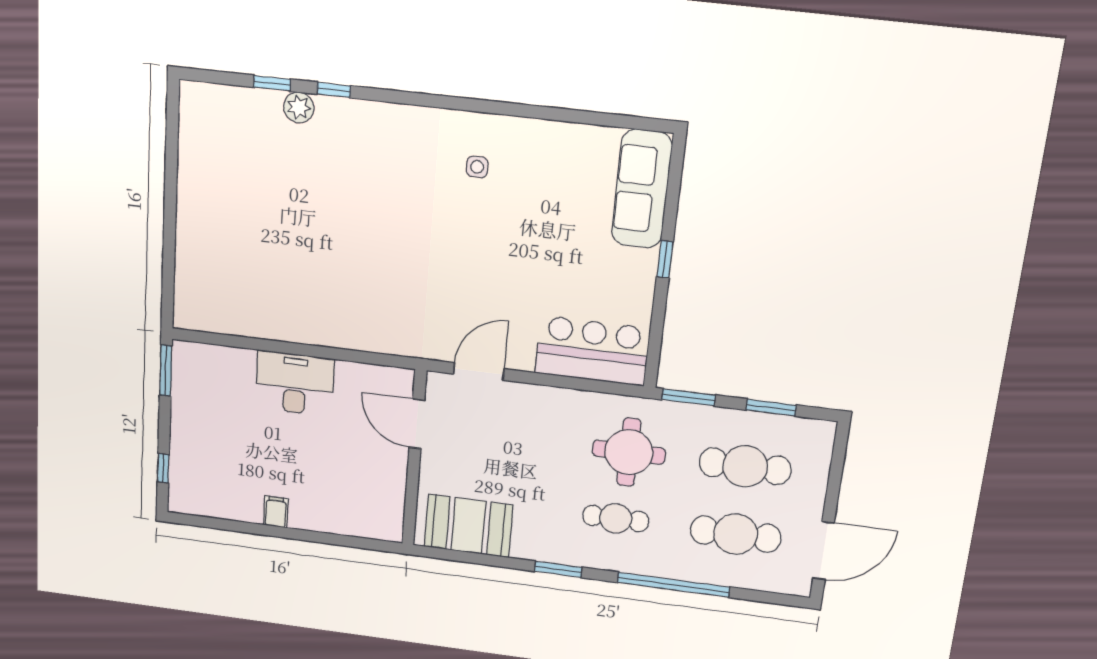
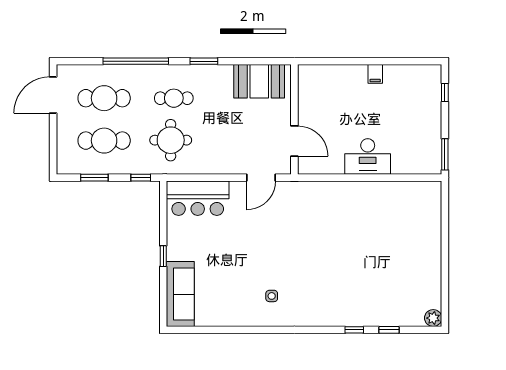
plant: (299, 107) -> (433, 318), moved
window: (689, 397) -> (141, 178), width x0.67

